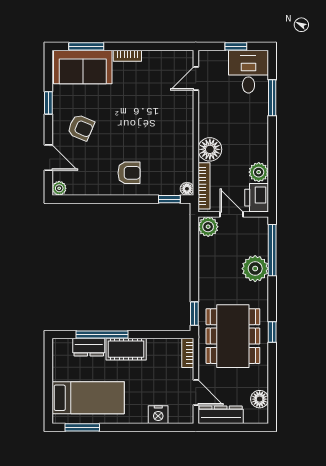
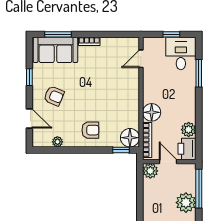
plant: (59, 188) -> (57, 142), moved
floor lamp: (187, 189) -> (130, 138), width x1.89, depth x1.89

